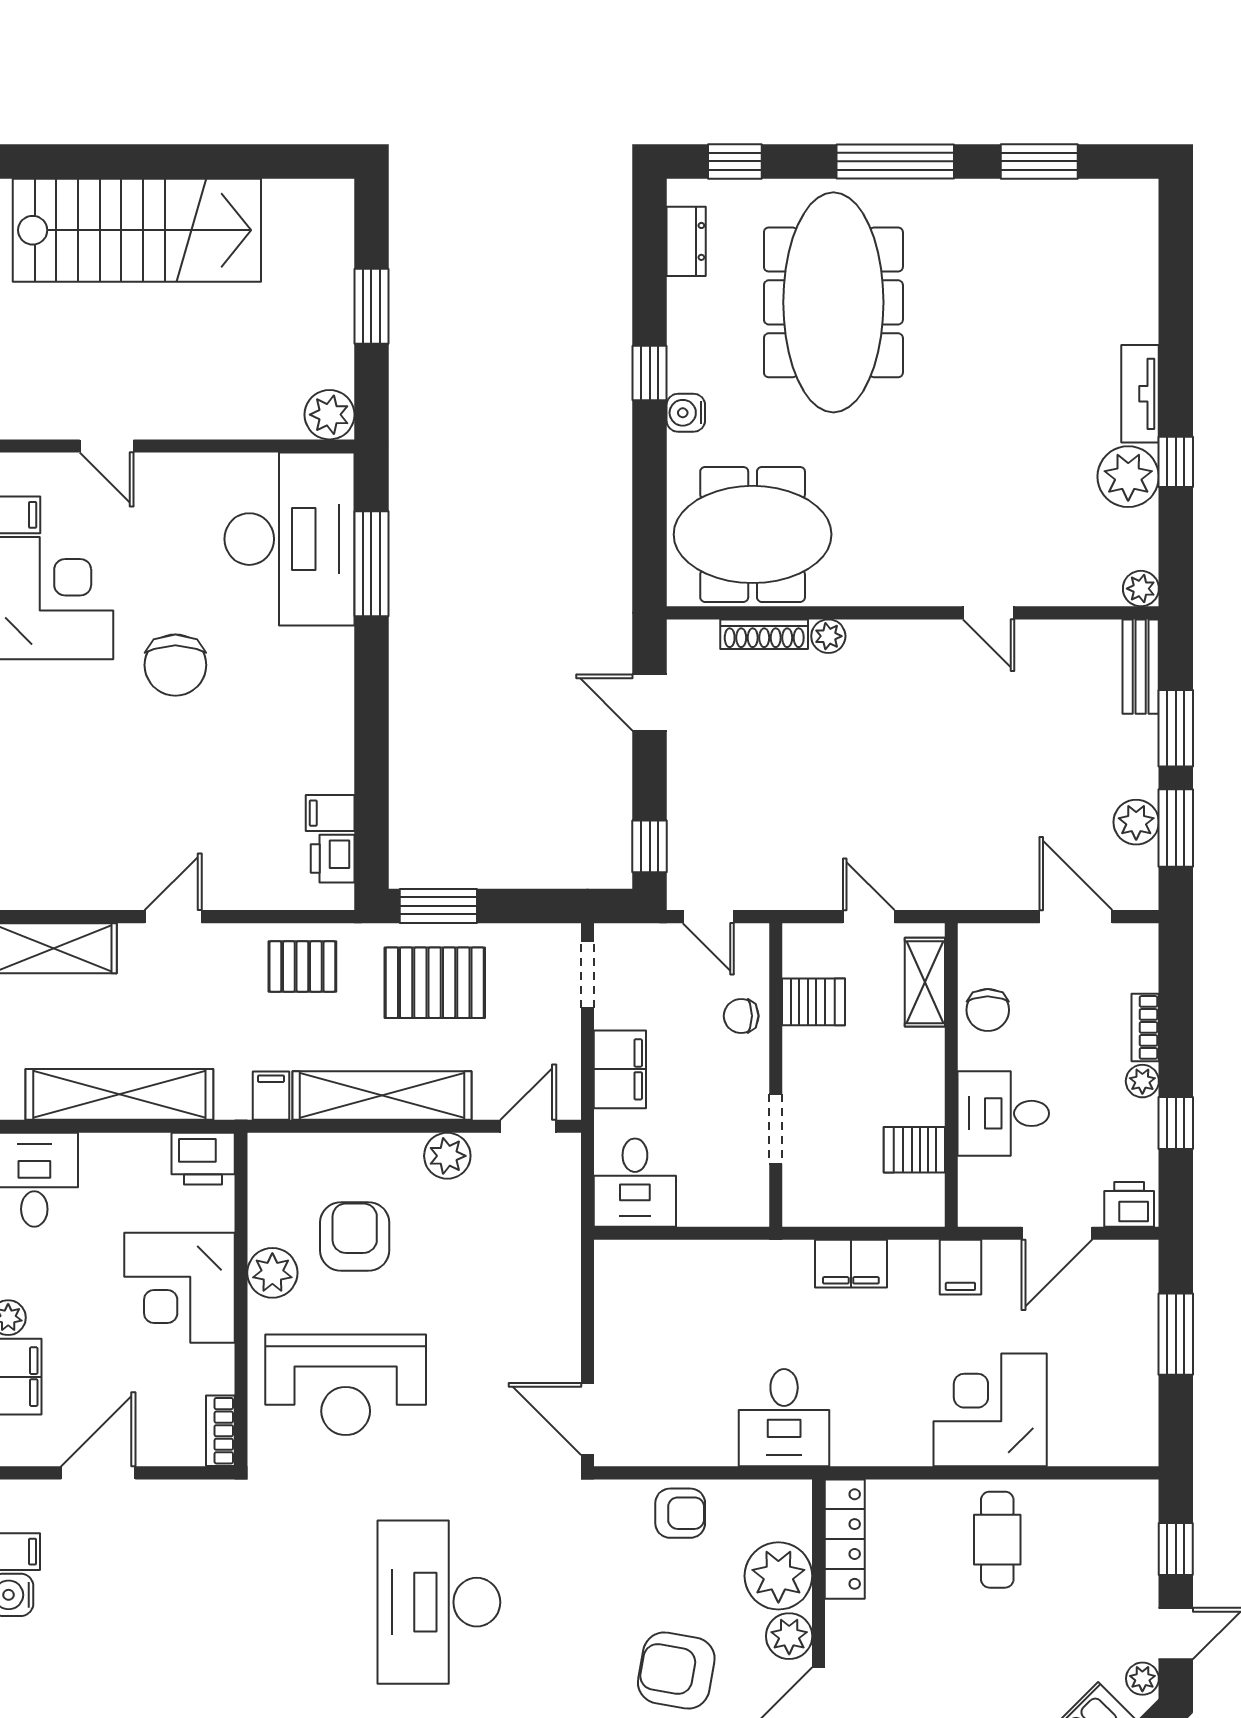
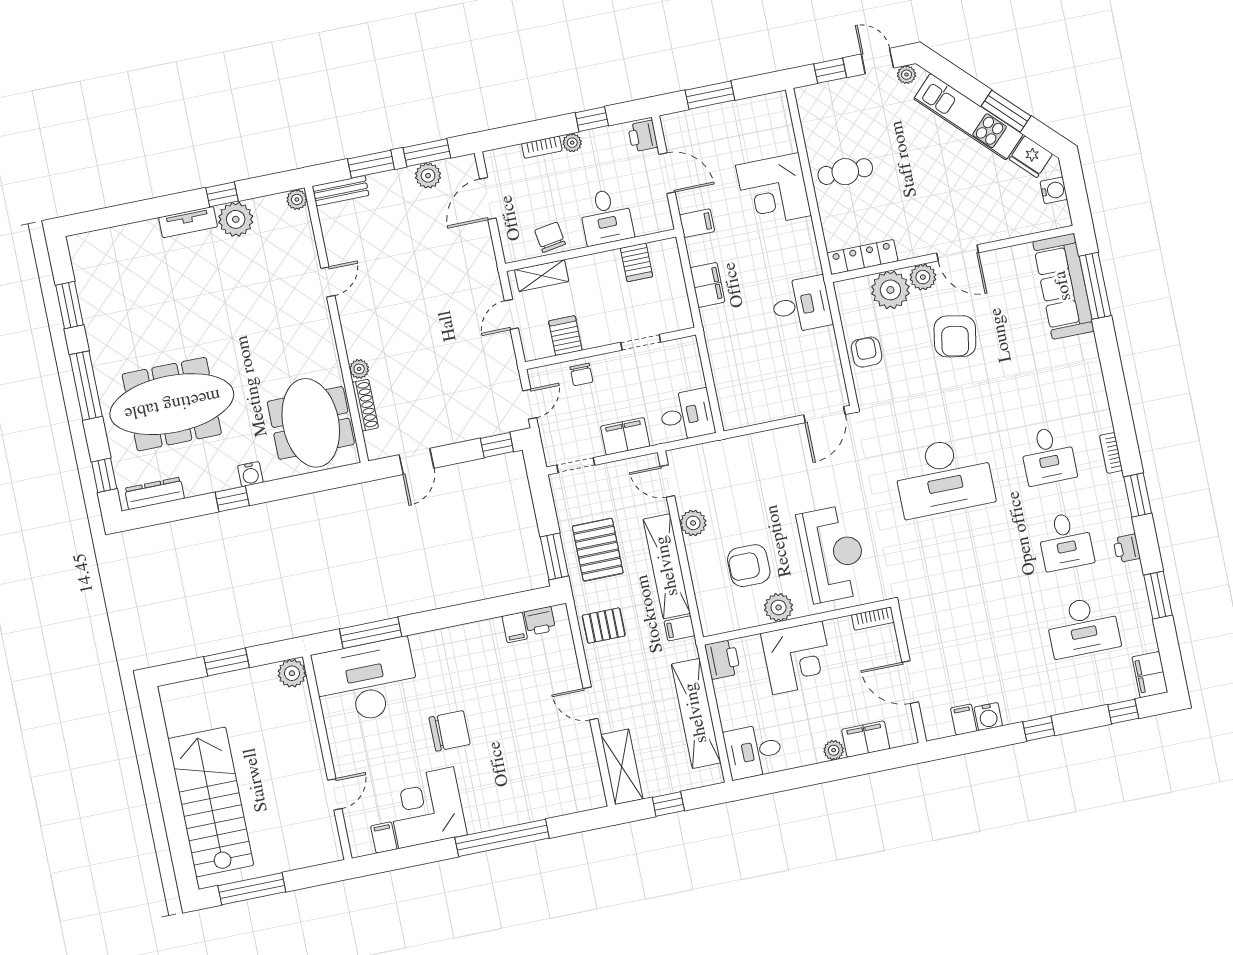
dresser: (686, 241) -> (154, 493), width x1.44
pallet: (302, 966) -> (604, 626), turned 90
chair: (988, 1010) -> (550, 237), turned -99

